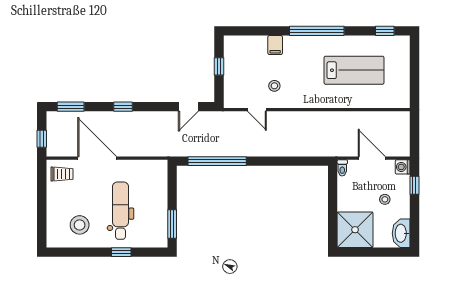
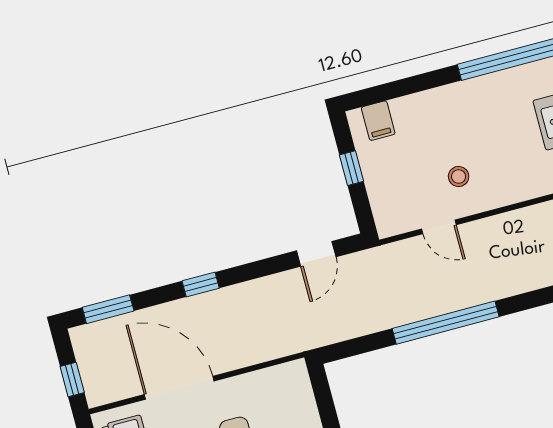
filing cabinet: (275, 45) -> (378, 121), moved
window: (217, 161) -> (446, 323), moved

